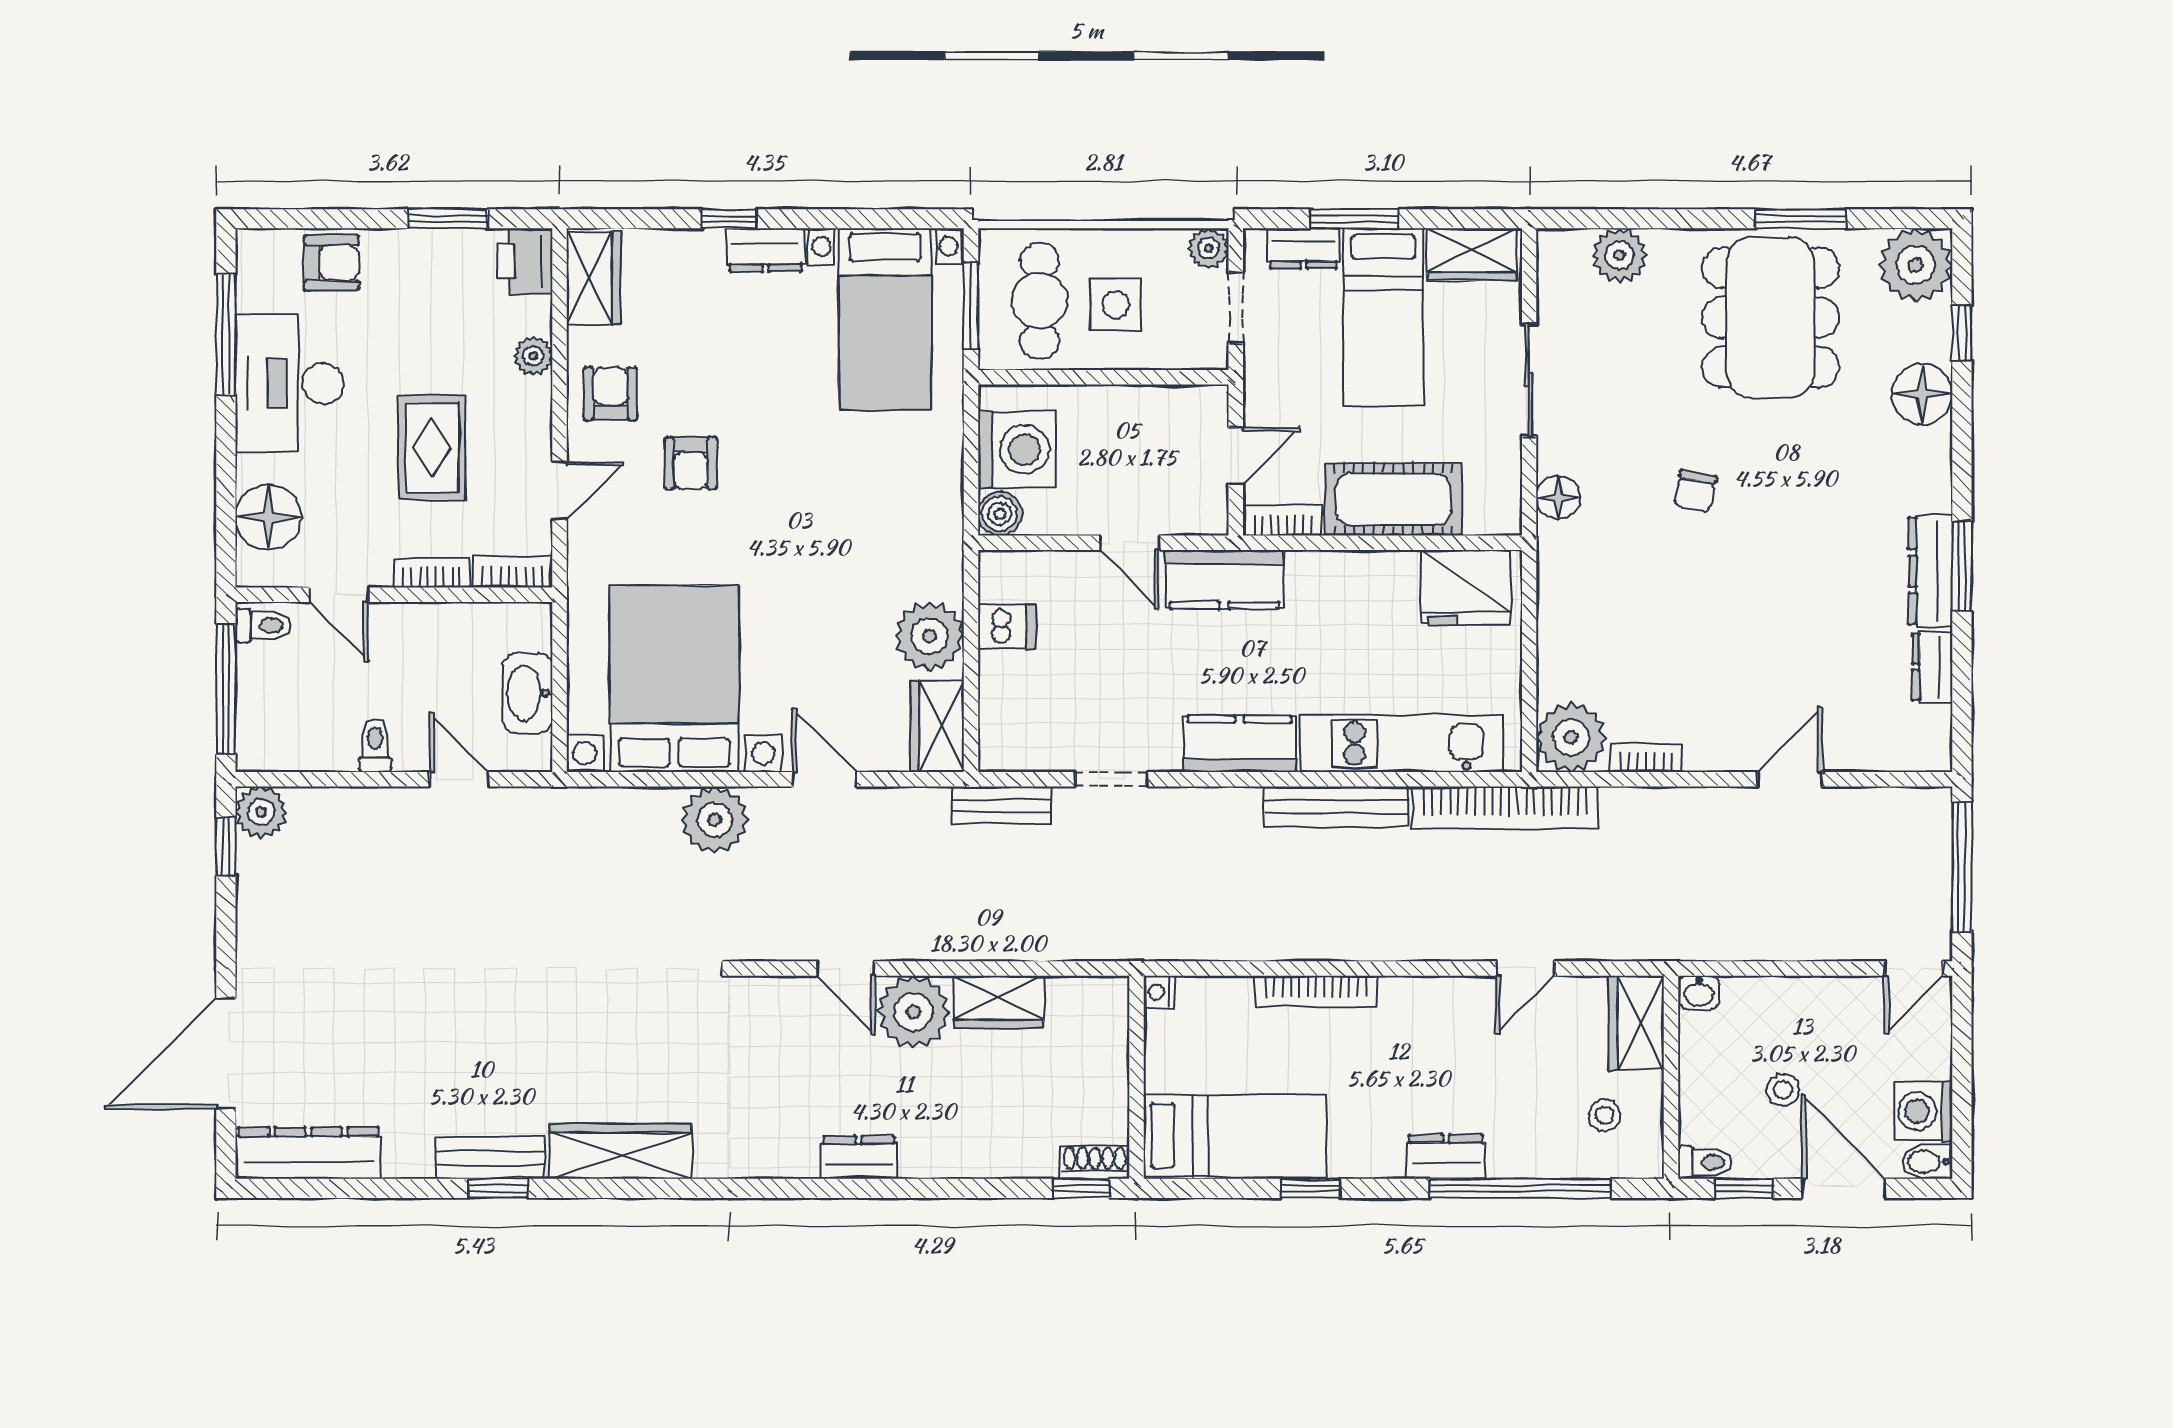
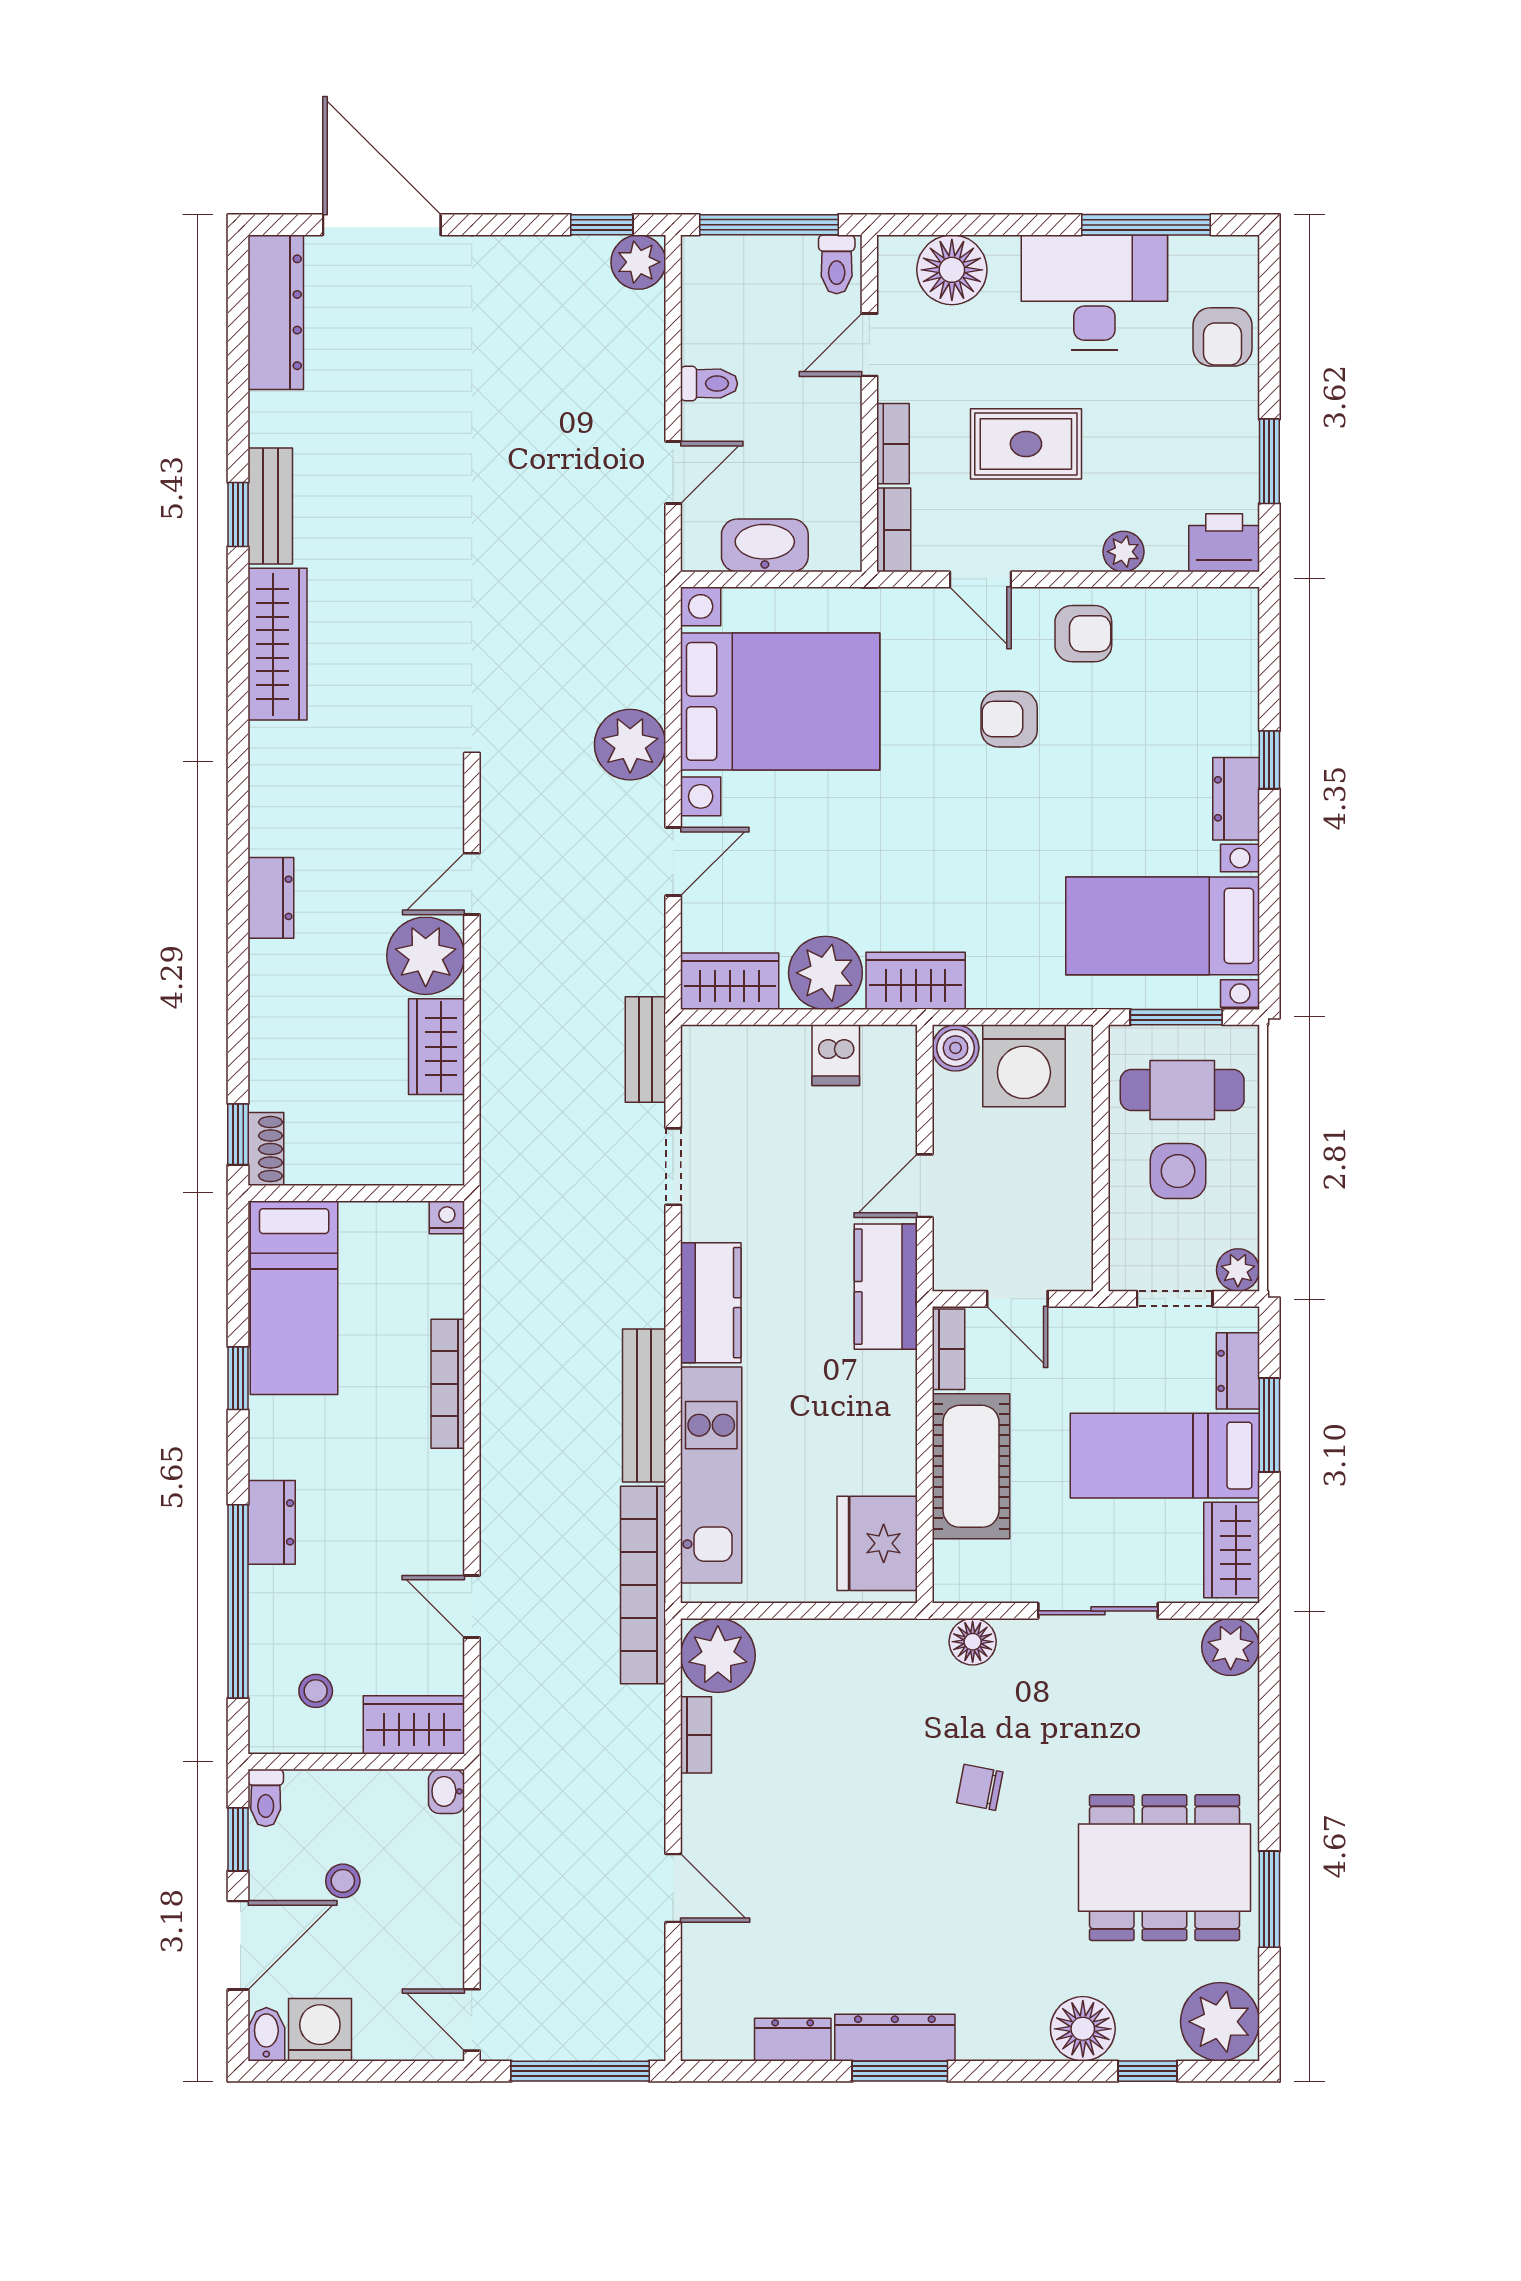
plant: (1620, 255) -> (1231, 1647), moved
wardrobe: (593, 278) -> (916, 981), moved, turned 180

